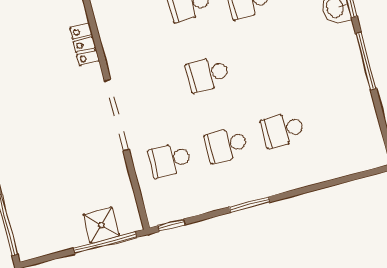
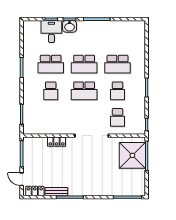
school desk: (264, 59) -> (84, 64), added
school desk: (208, 74) -> (84, 91), width x1.85
school desk: (283, 130) -> (118, 64), width x1.85
shower: (101, 225) -> (132, 155), width x1.86, depth x1.86

